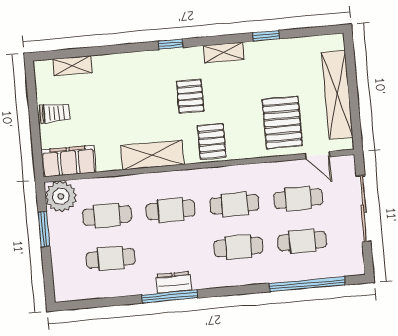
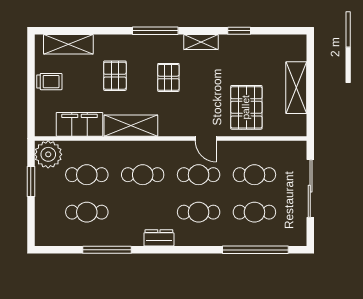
window: (170, 44) -> (155, 31), width x2.17
shelving: (72, 66) -> (68, 44), width x1.50, depth x1.33
shelving: (337, 95) -> (296, 88), width x0.68
pallet: (212, 141) -> (115, 76), moved
door: (318, 155) -> (206, 138), moved
filing cabinet: (69, 161) -> (80, 124), moved
dresser: (174, 282) -> (159, 238), moved
window: (170, 296) -> (107, 250), moved

